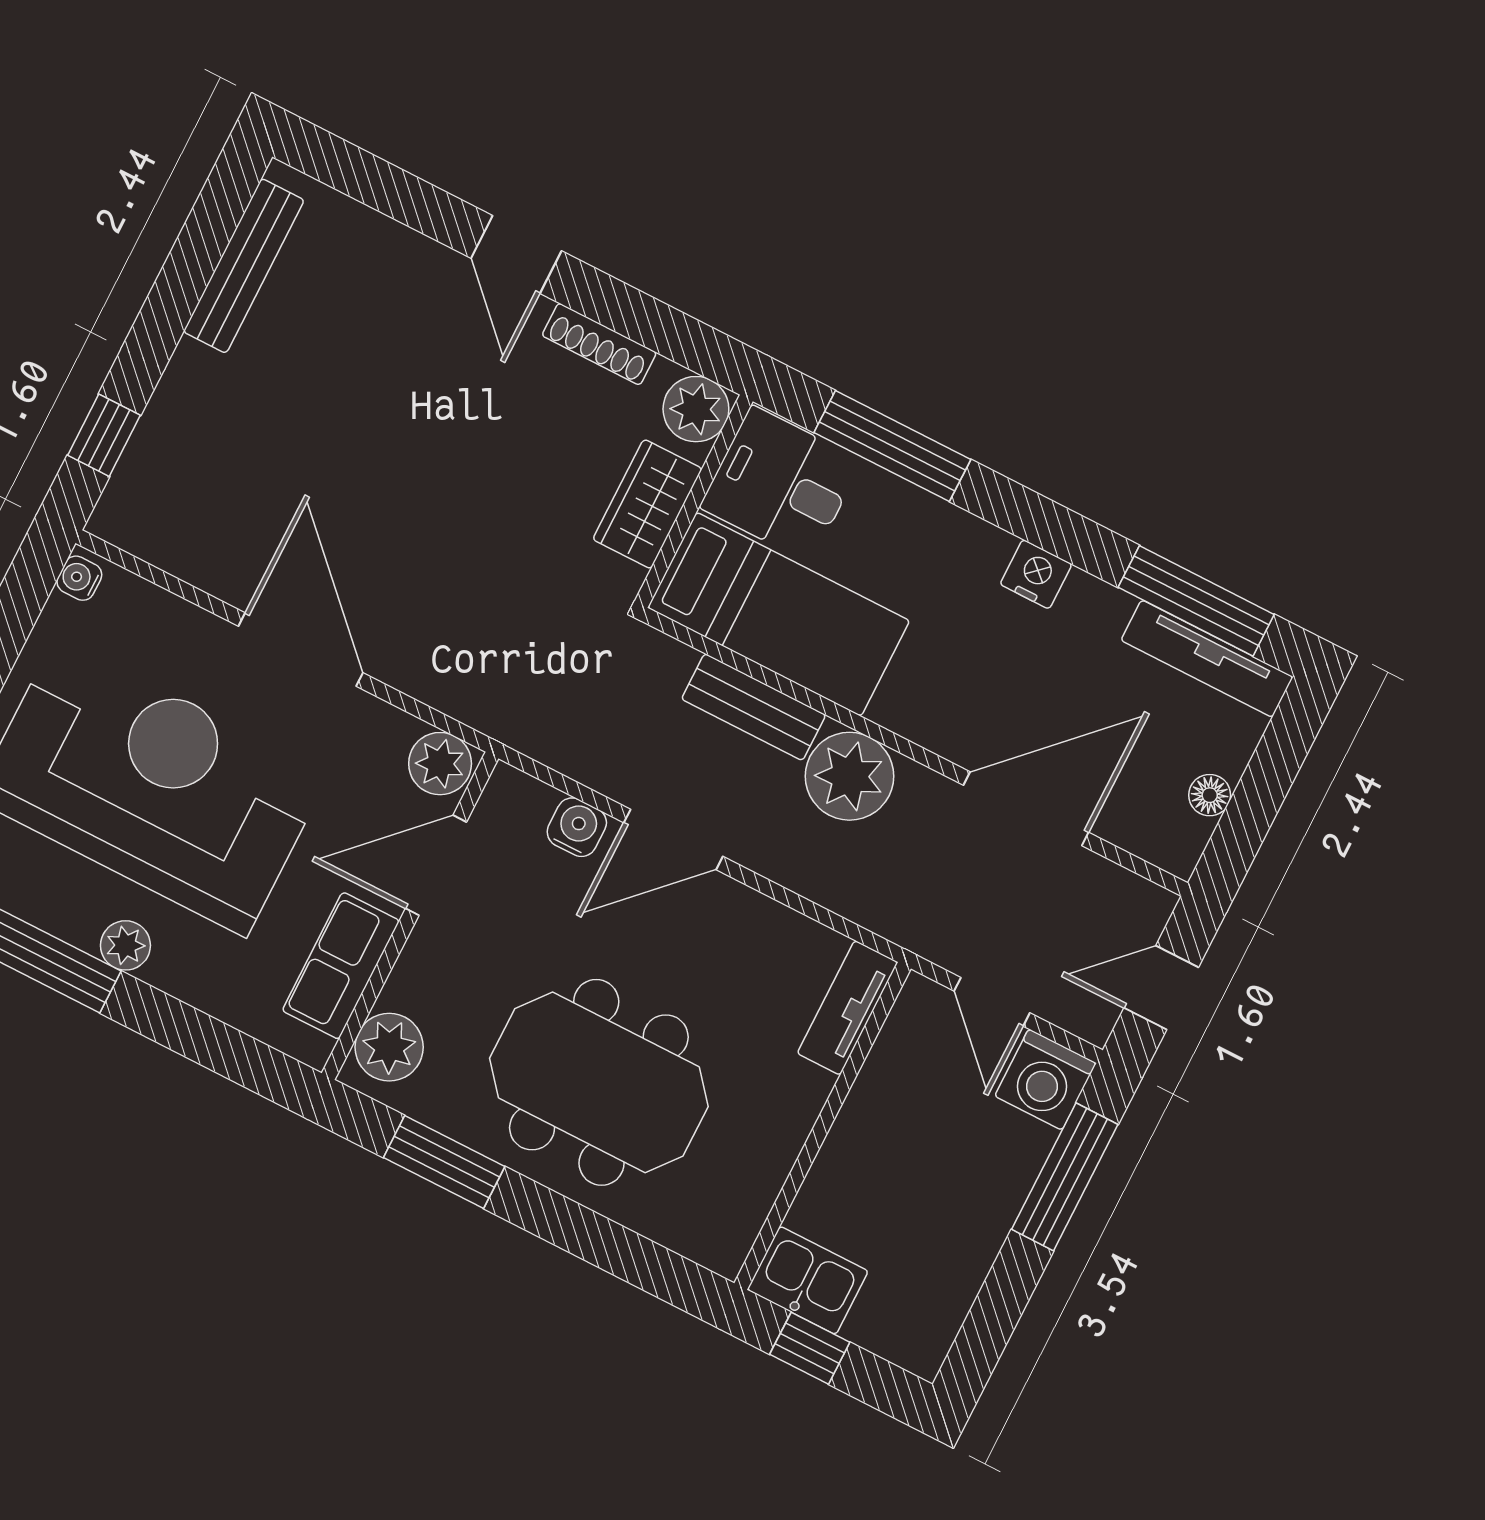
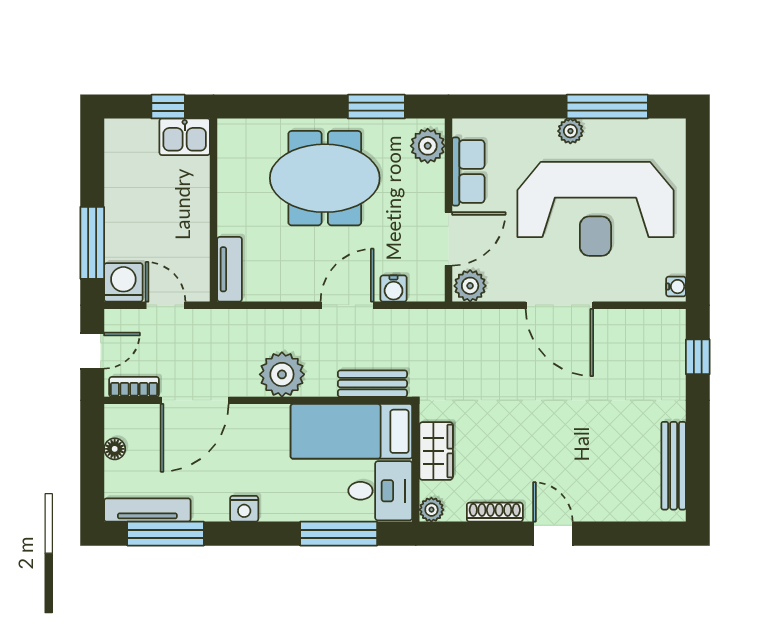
plant: (696, 409) -> (431, 510), width x0.73, depth x0.73
bench: (754, 707) -> (372, 384), moved
bookcase: (1120, 887) -> (134, 387), added

